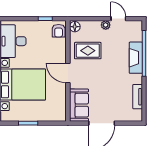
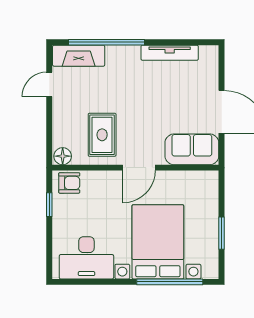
plant: (106, 25) -> (60, 105), removed
fireplace: (136, 58) -> (79, 56), moved
tv unit: (138, 97) -> (170, 53), width x1.41

